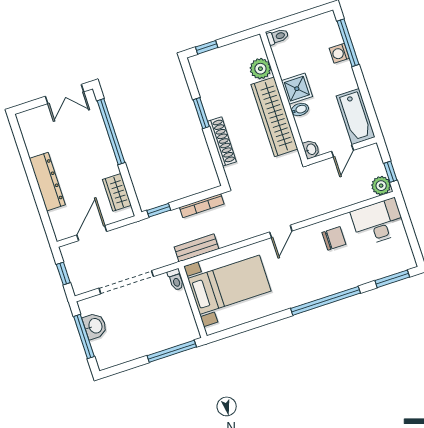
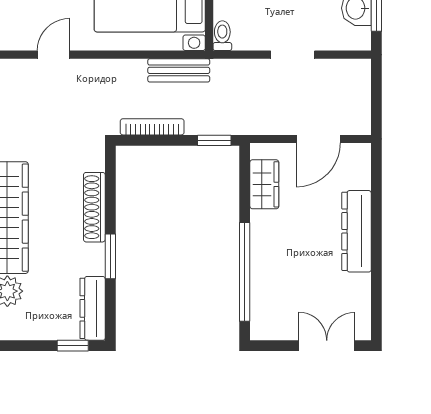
dresser: (202, 76) -> (93, 308), added
double door: (65, 94) -> (327, 346), moved
window: (63, 273) -> (376, 96), removed
doorway: (126, 282) -> (293, 55), width x0.53

